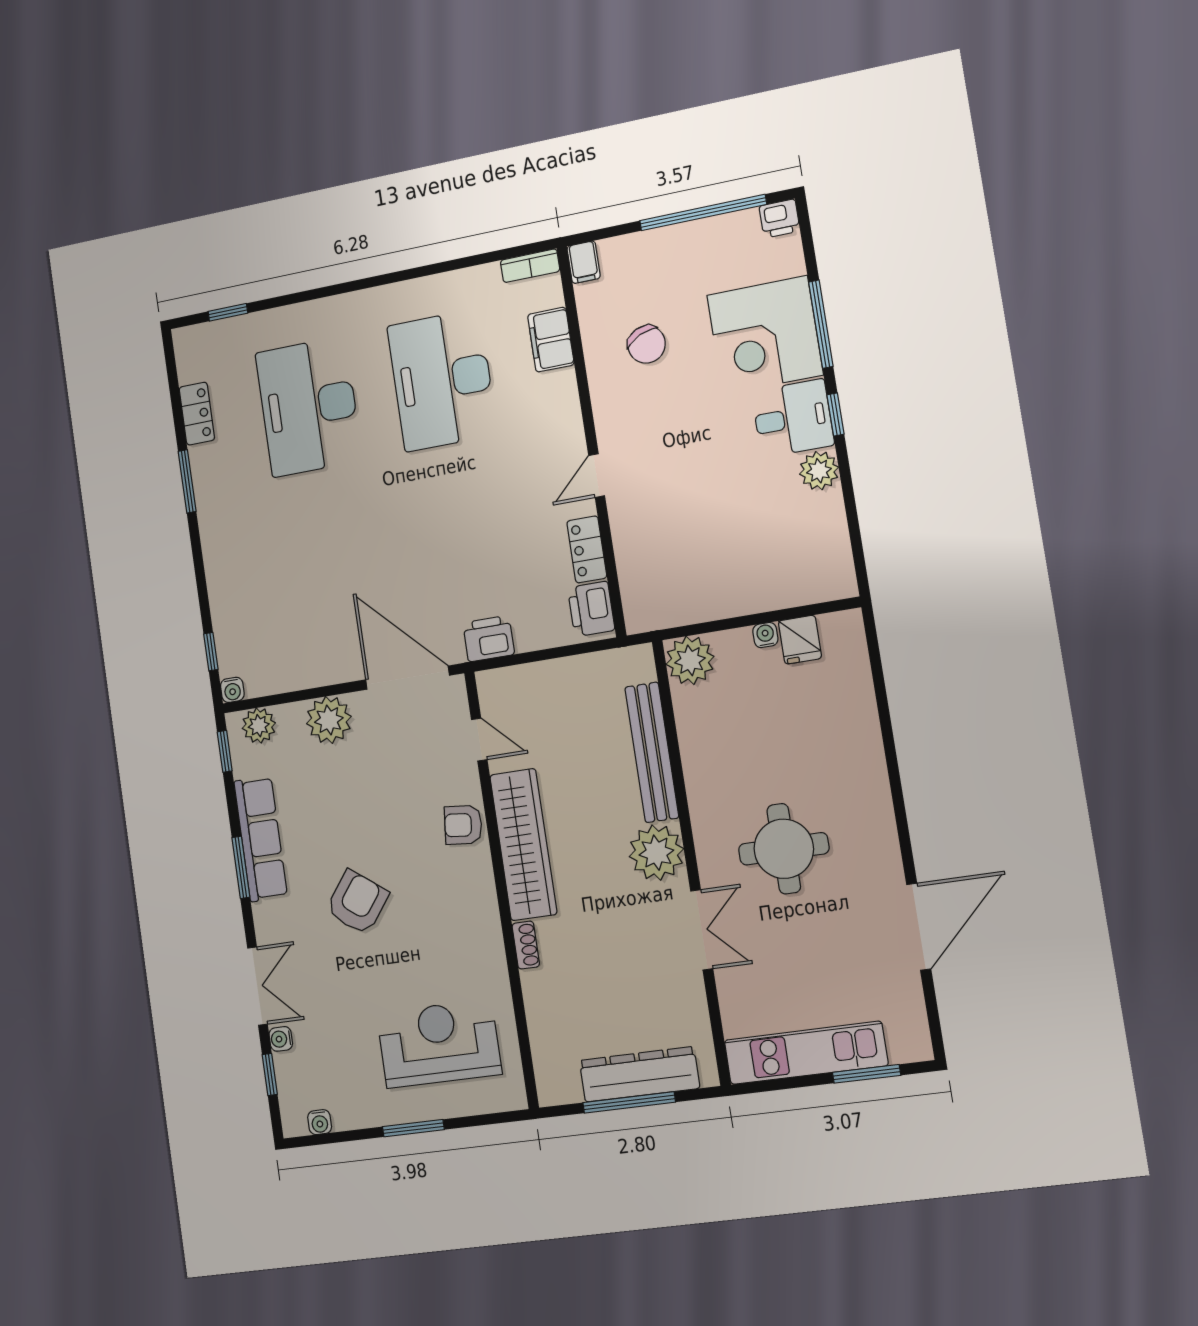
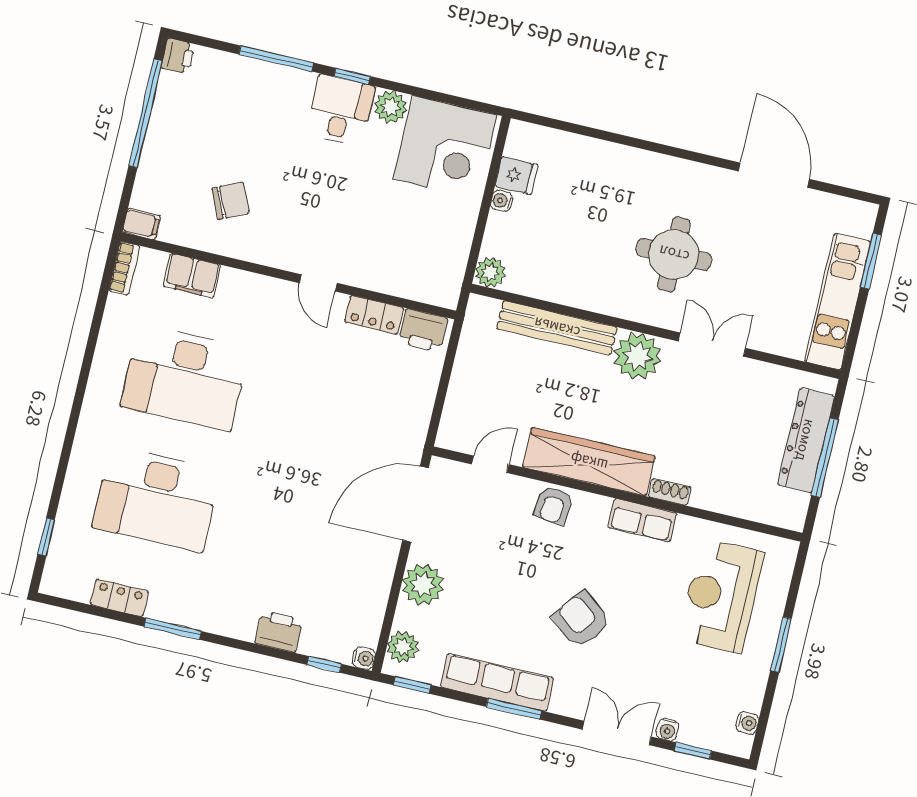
corner desk: (765, 335) -> (445, 147), moved
printer: (489, 639) -> (279, 631), moved, turned 90
plant: (690, 660) -> (490, 272), width x0.73, depth x0.73
row of seats: (485, 927) -> (642, 520), added

